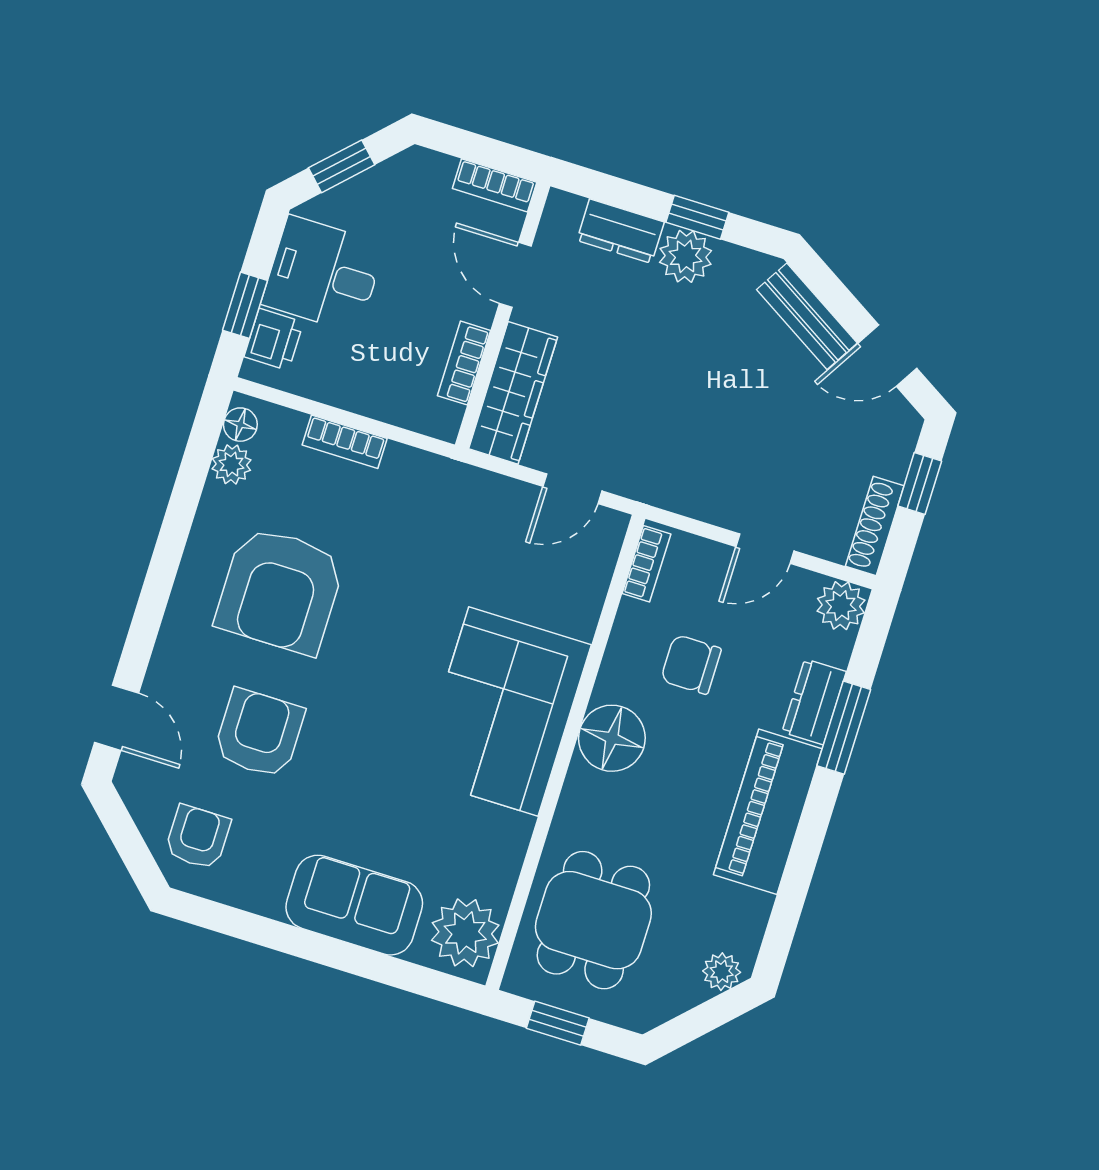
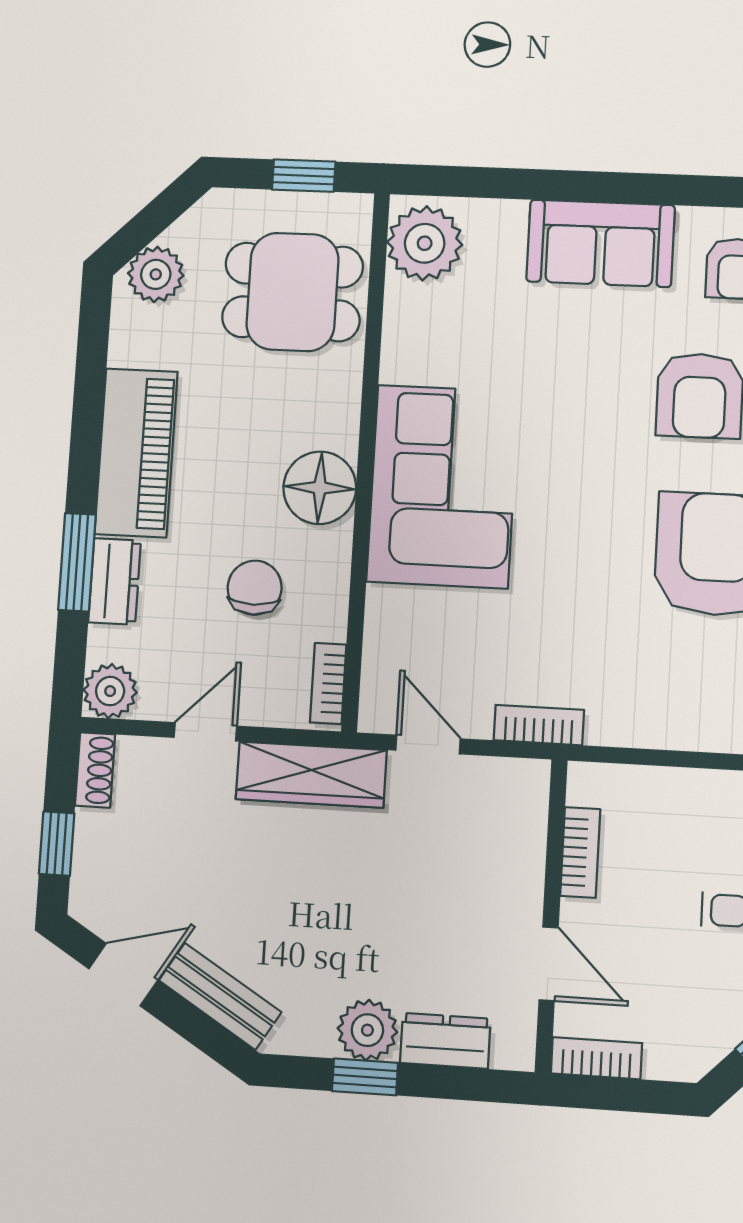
wardrobe: (513, 393) -> (311, 775), moved, turned -90
bookcase: (345, 442) -> (539, 725), moved
door: (572, 489) -> (428, 744), hinge flipped
shoe rack: (875, 526) -> (95, 770), width x0.70
chair: (691, 664) -> (255, 588), turned -90
sofa: (354, 905) -> (601, 243), moved
dining table: (593, 920) -> (293, 292), turned 90
plant: (722, 972) -> (156, 274), width x1.38, depth x1.38

